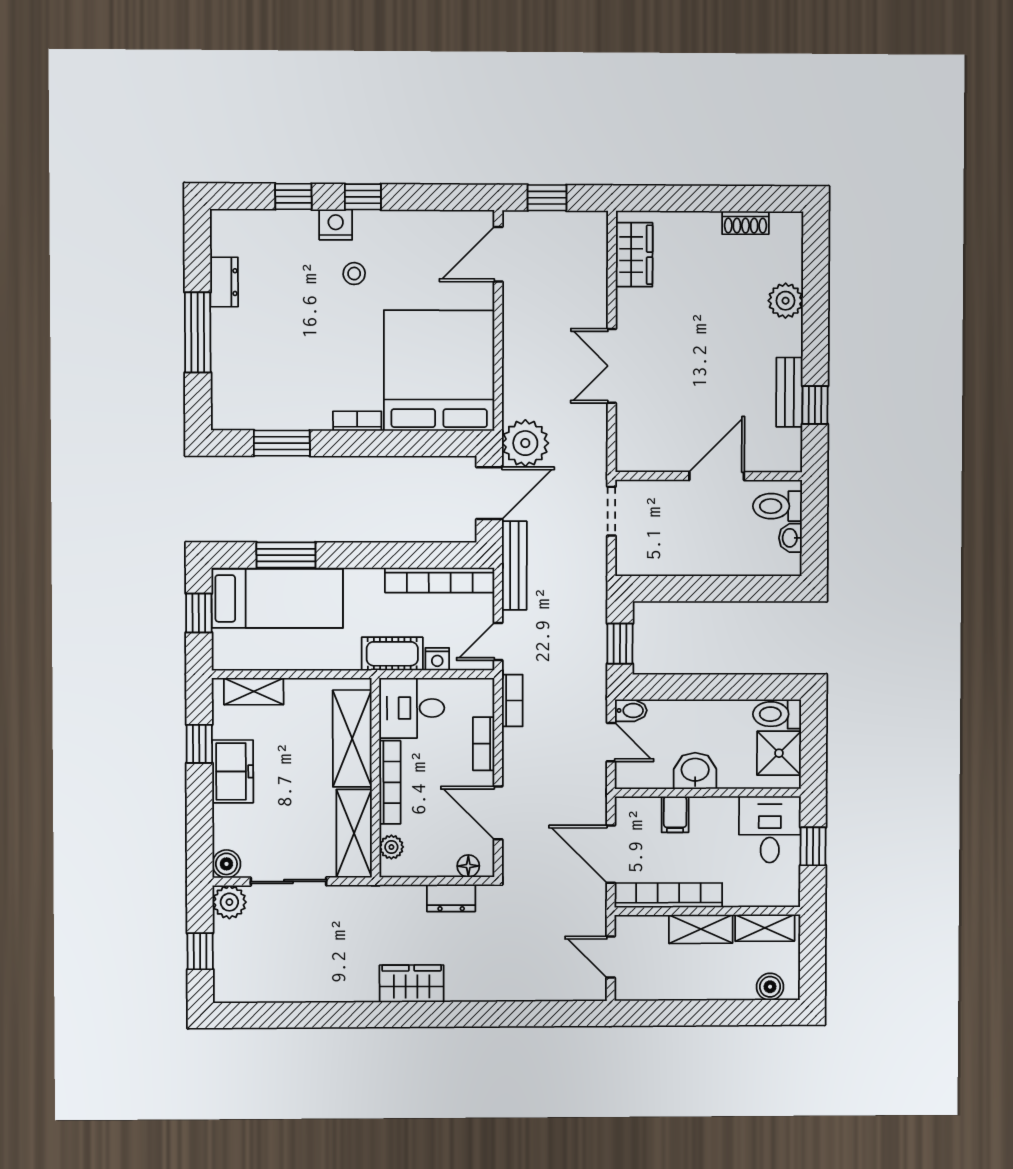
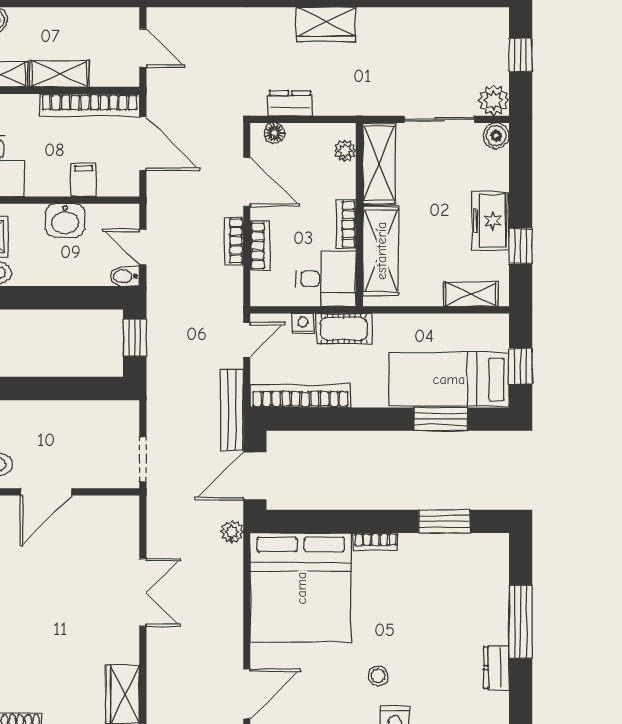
plant: (525, 443) -> (232, 532), width x0.53, depth x0.53
bookcase: (512, 701) -> (234, 241), moved
bookcase: (390, 782) -> (346, 224), width x0.64

